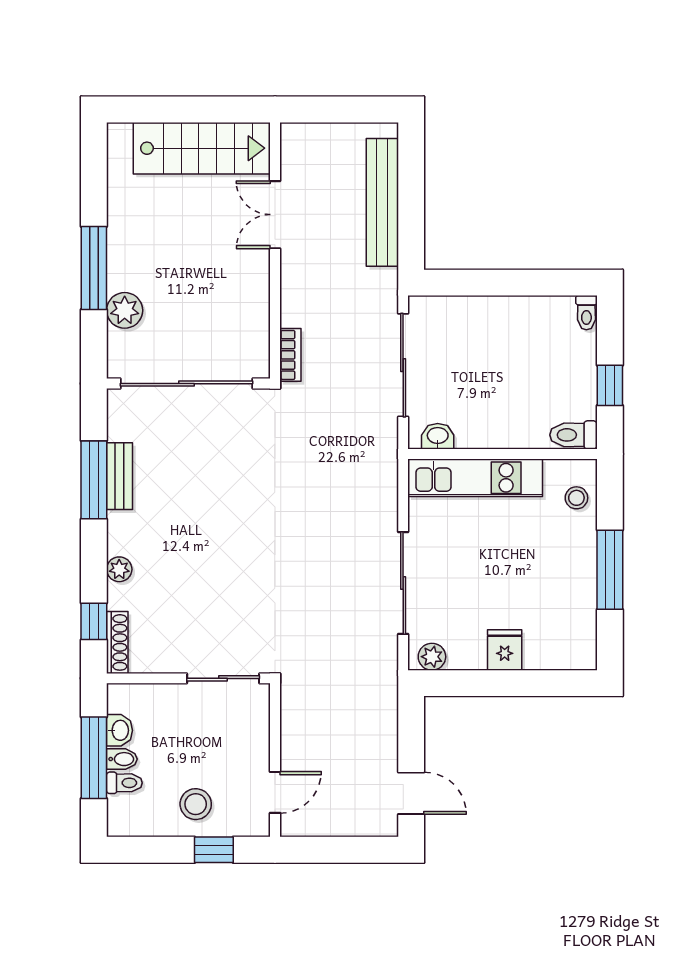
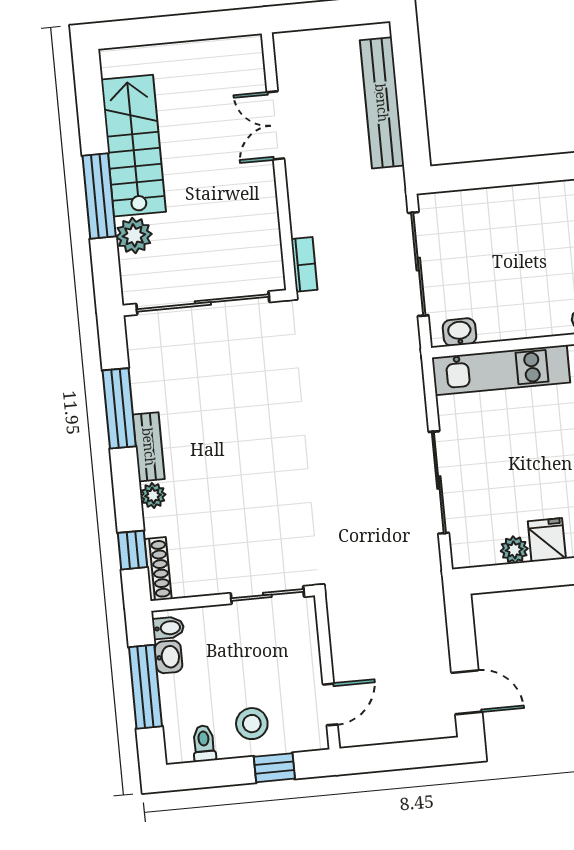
stairs: (202, 148) -> (133, 146), moved, turned -90
bench: (120, 476) -> (149, 447), moved
plant: (432, 657) -> (514, 550), moved
bidet: (122, 759) -> (168, 628), moved
toilet: (124, 783) -> (204, 743), moved, turned -90

